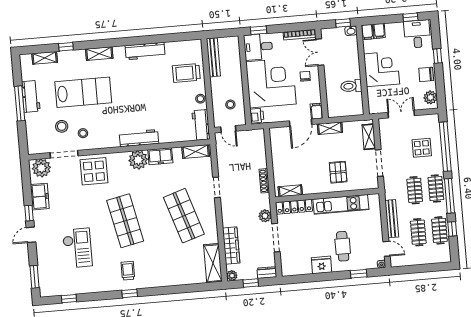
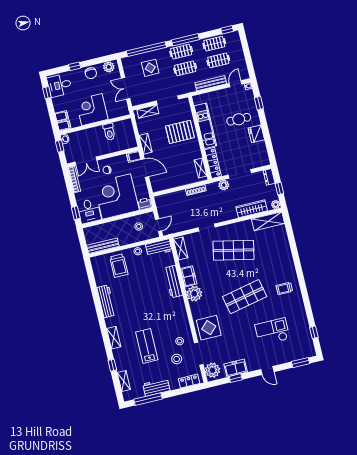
lab bench: (83, 92) -> (147, 346), width x0.73, depth x0.72
window: (20, 103) -> (148, 399), moved
locker: (32, 137) -> (189, 381), added
workbench: (139, 138) -> (173, 282), moved
pallet: (338, 172) -> (180, 132), width x1.50, depth x1.42
window: (29, 213) -> (236, 378), moved
shop shelf: (184, 216) -> (234, 250), turned 30
window: (452, 229) -> (227, 30), moved
window: (130, 293) -> (302, 284), removed

